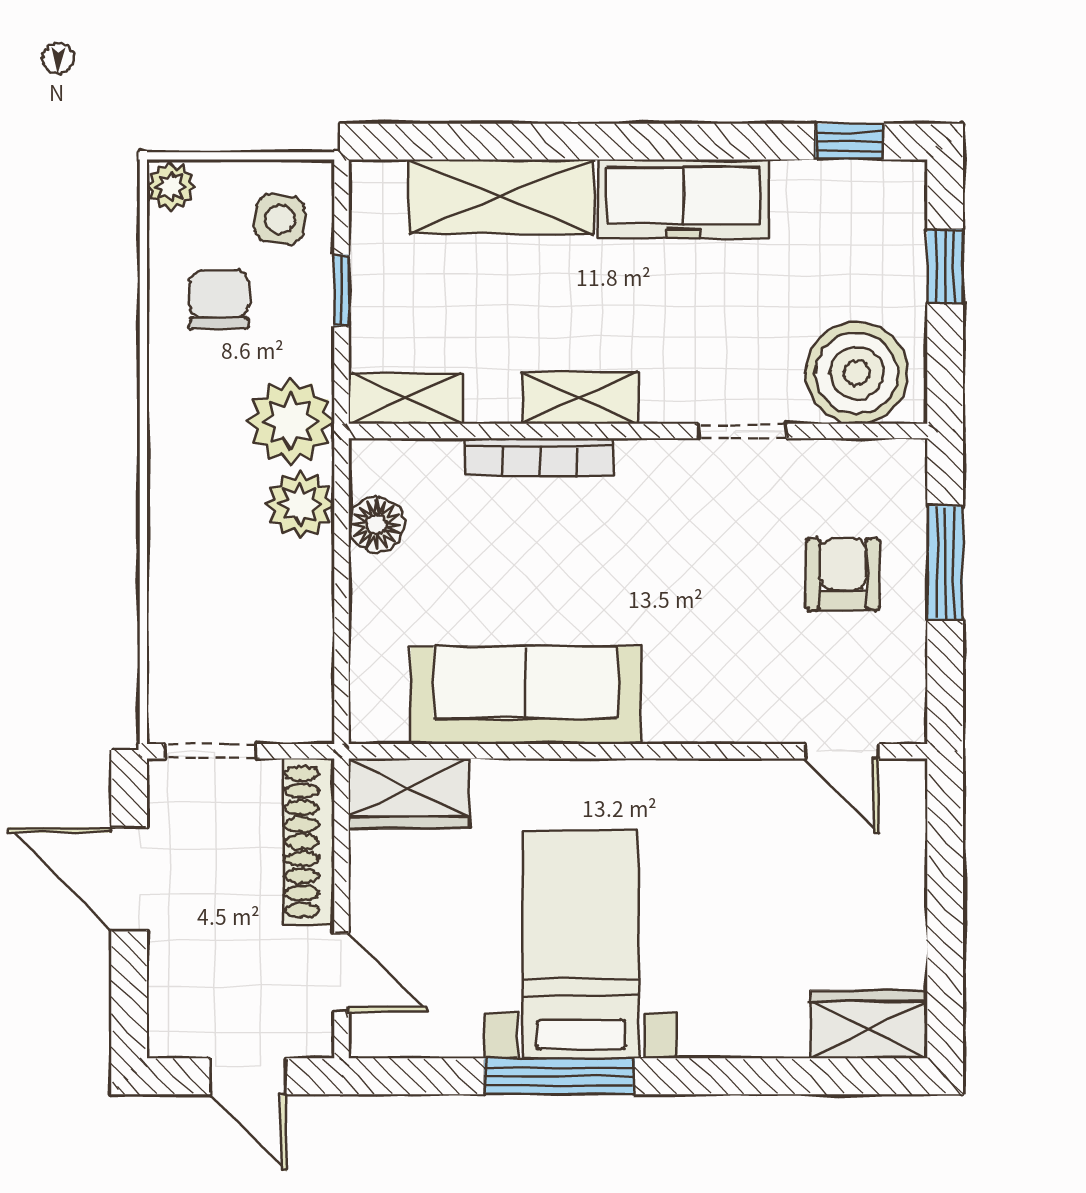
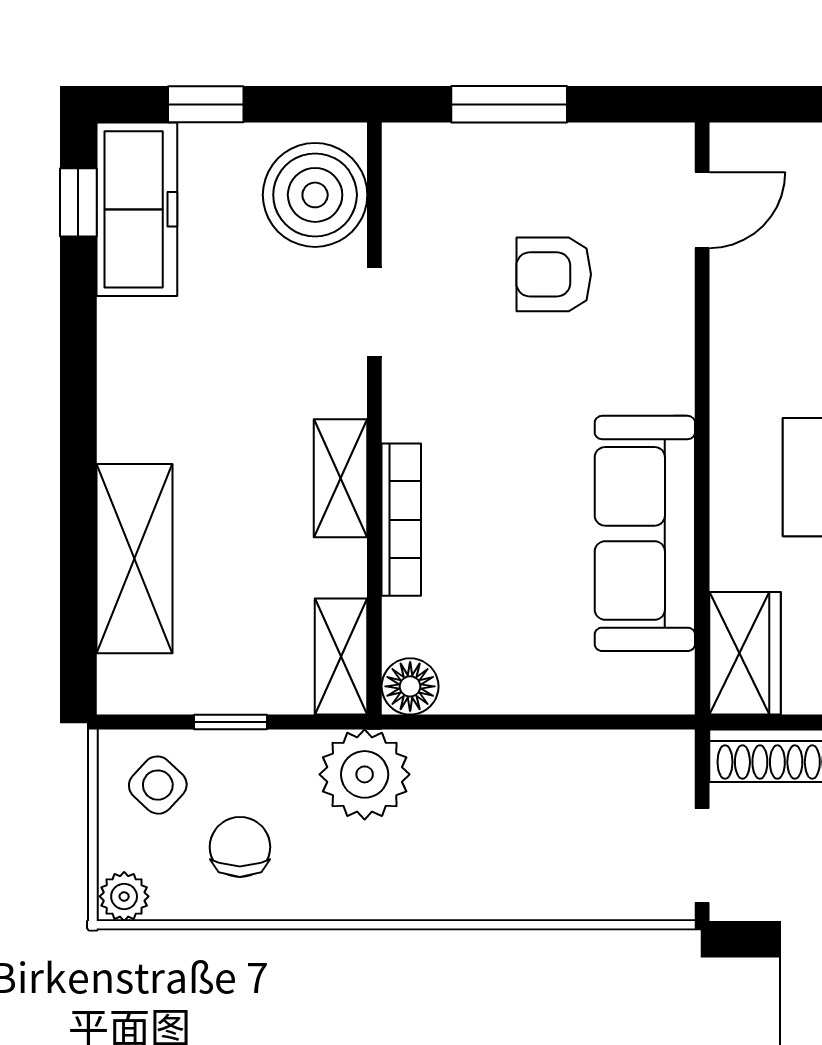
freezer: (683, 199) -> (137, 209), moved
side table: (280, 219) -> (158, 785), turned 36
chair: (219, 300) -> (240, 847), turned 90
plant: (300, 504) -> (449, 764), removed
floor lamp: (376, 524) -> (410, 686), moved
armchair: (843, 574) -> (554, 274), moved

